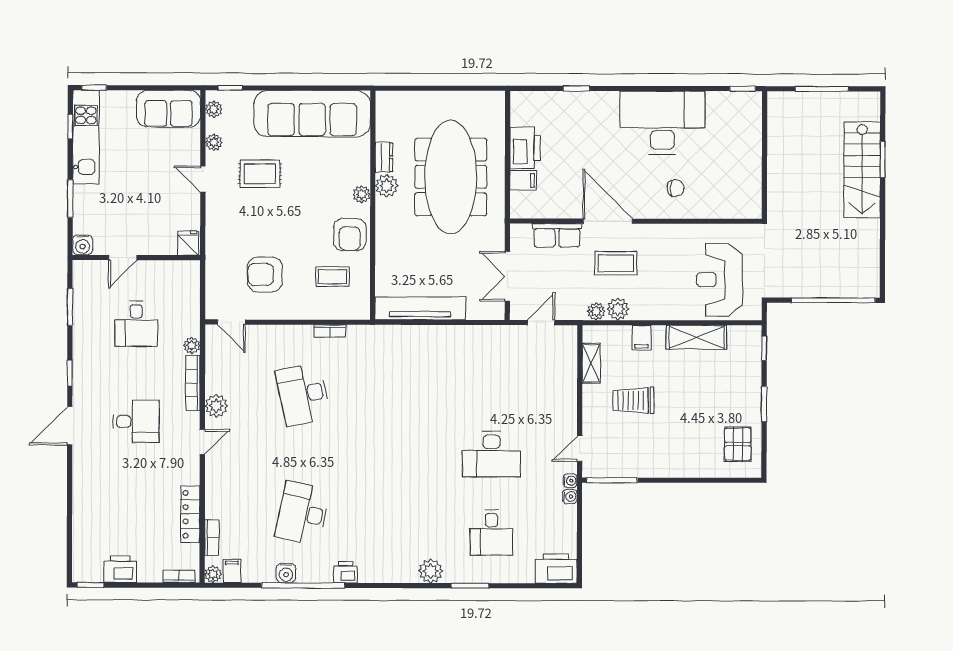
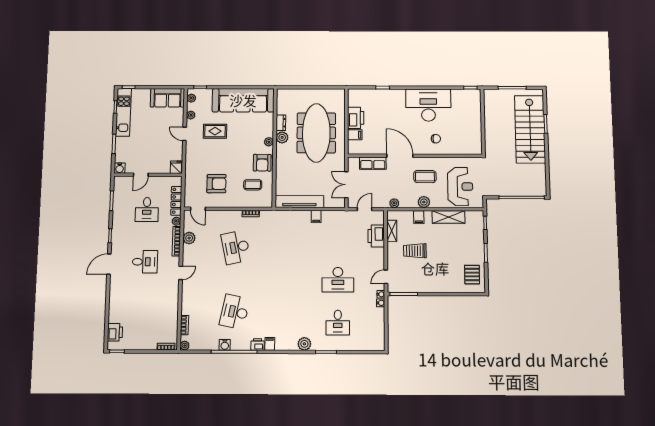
stairs: (862, 170) -> (530, 129), width x1.36, depth x1.51
coffee table: (616, 263) -> (425, 177), moved
armchair: (265, 274) -> (216, 184), turned 180
reception desk: (719, 280) -> (460, 187), turned 180
plant: (618, 309) -> (424, 202), moved
filing cabinet: (451, 337) -> (316, 217), added
plant: (216, 406) -> (189, 238), moved
locker: (190, 514) -> (176, 201), moved
printer: (556, 568) -> (376, 236), moved, turned -90
printer: (120, 569) -> (115, 332), moved, turned 90
filing cabinet: (232, 571) -> (270, 344), moved

